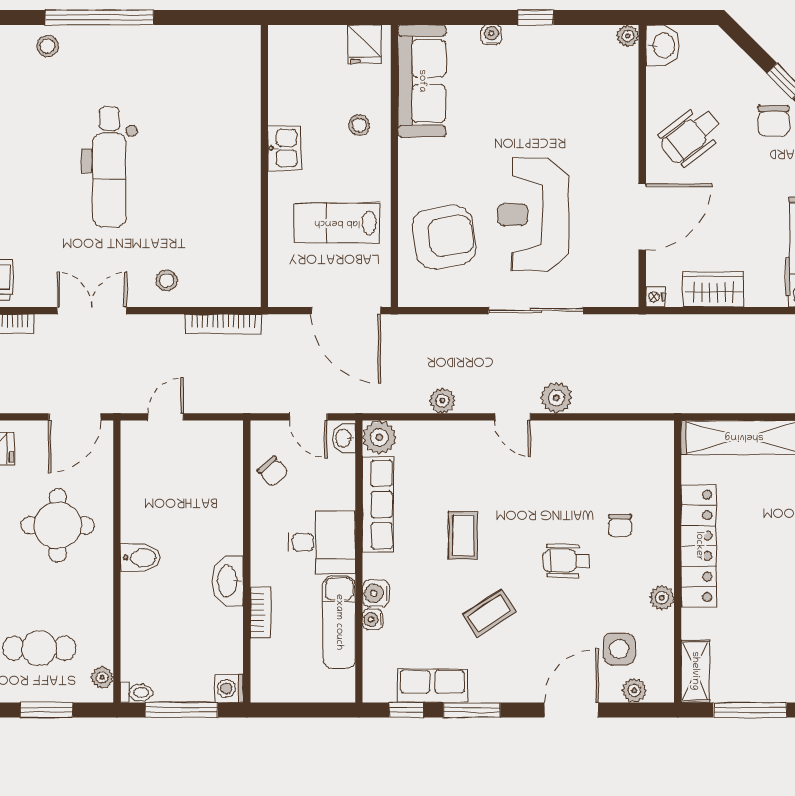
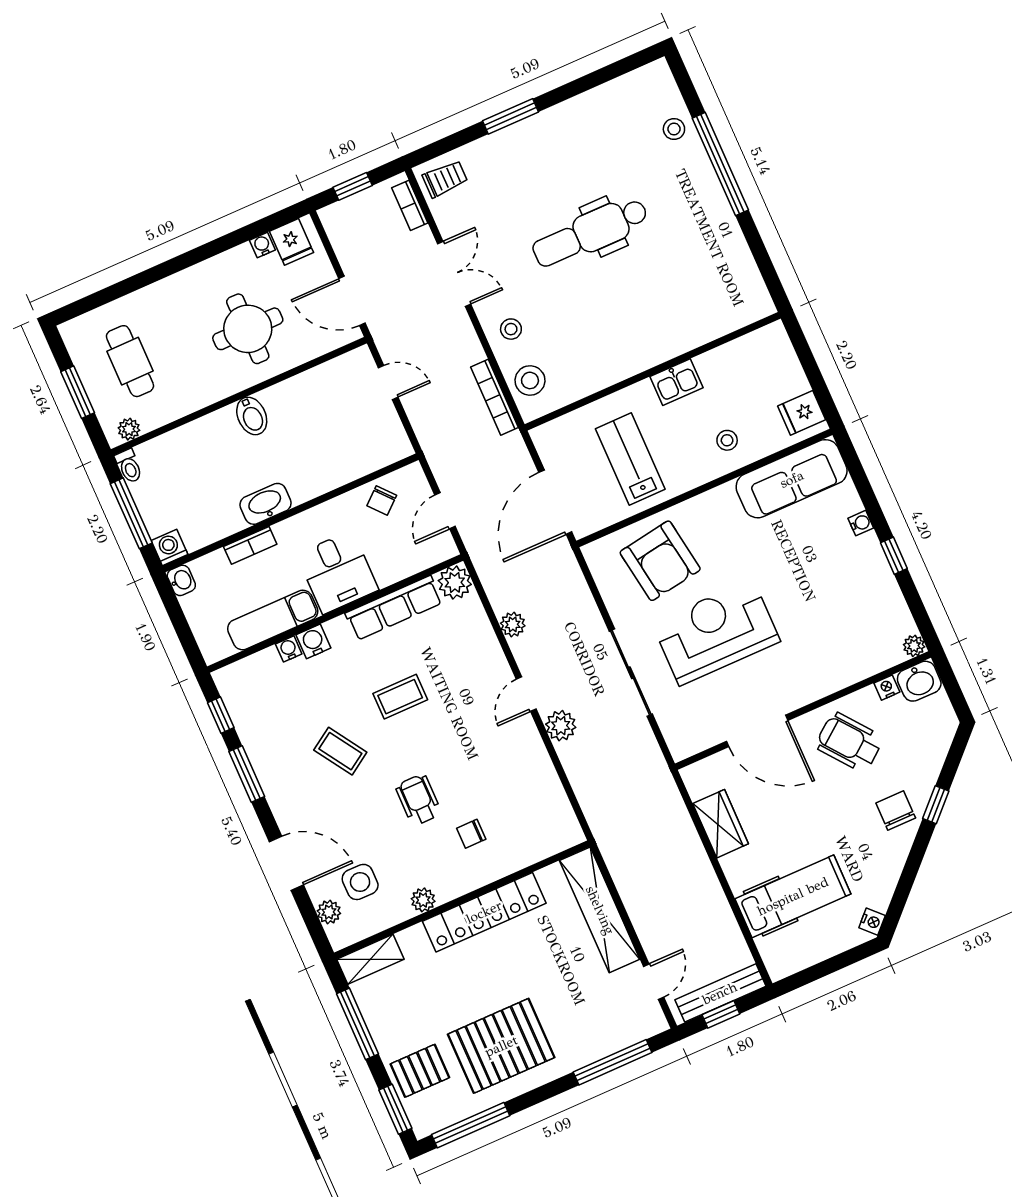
chair: (774, 121) -> (896, 811), turned 90
stool: (222, 284) -> (530, 380), added
nightstand: (655, 297) -> (887, 688), moved
washbasin: (344, 438) -> (181, 580), moved, turned 90
row of seats: (432, 686) -> (253, 729), removed

